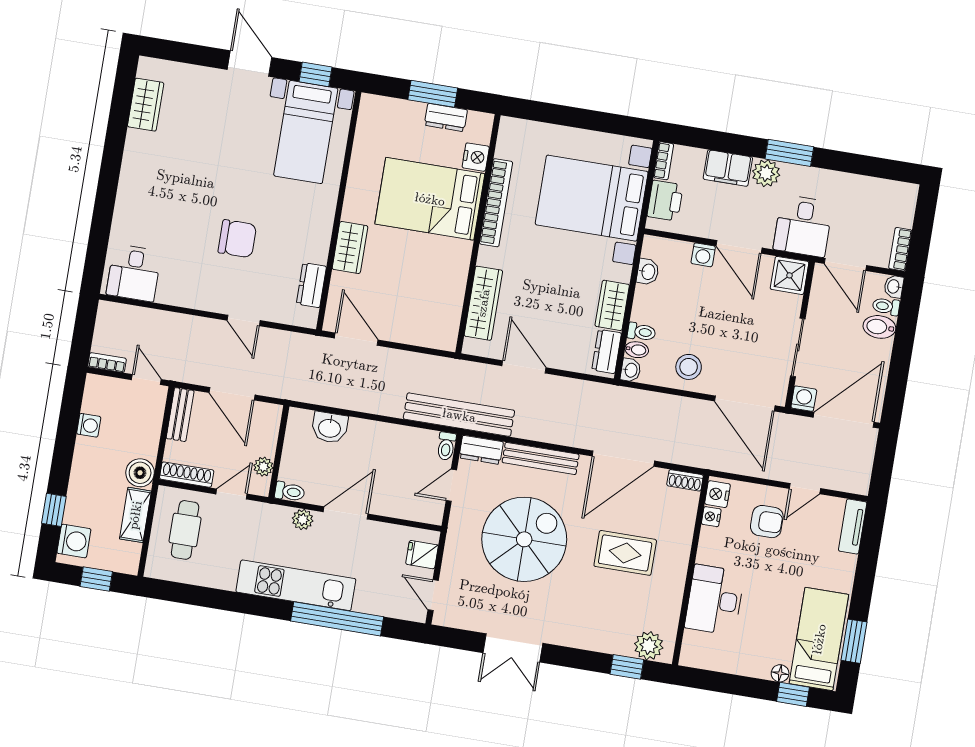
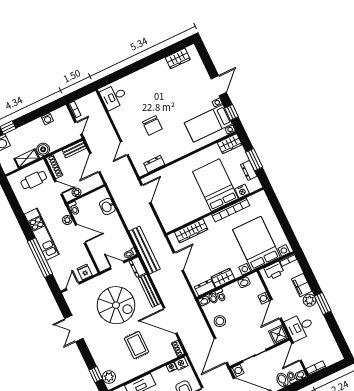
wardrobe: (350, 248) -> (230, 144), moved

